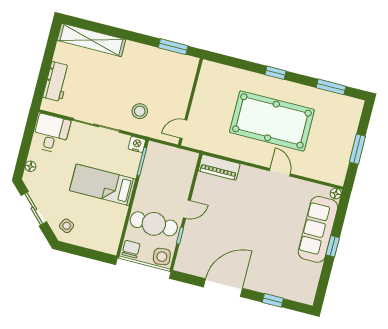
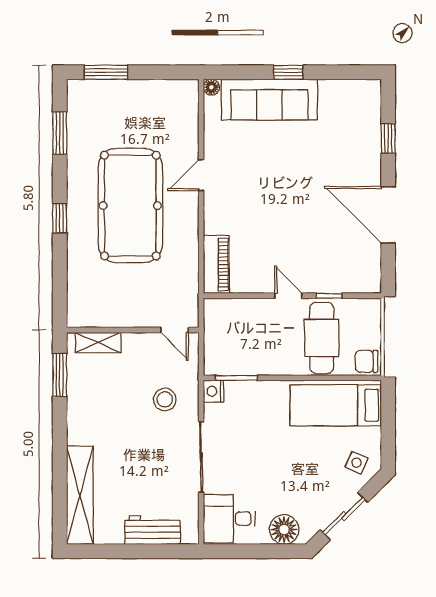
shelving: (188, 77) -> (98, 343), added
window: (357, 149) -> (106, 72), moved
floor lamp: (30, 166) -> (284, 530), width x1.89, depth x1.89
bed: (103, 185) -> (336, 405), moved, turned 90
side table: (162, 257) -> (366, 314), removed

